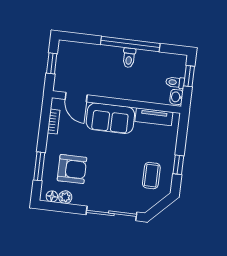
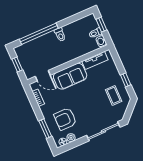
window: (130, 44) -> (39, 34), moved
armchair: (72, 169) -> (65, 119), turned 180

